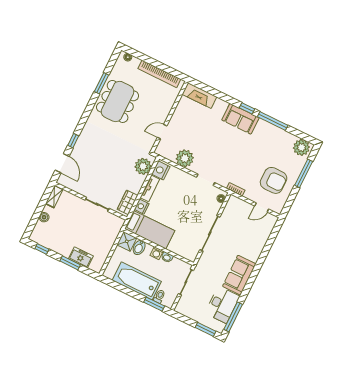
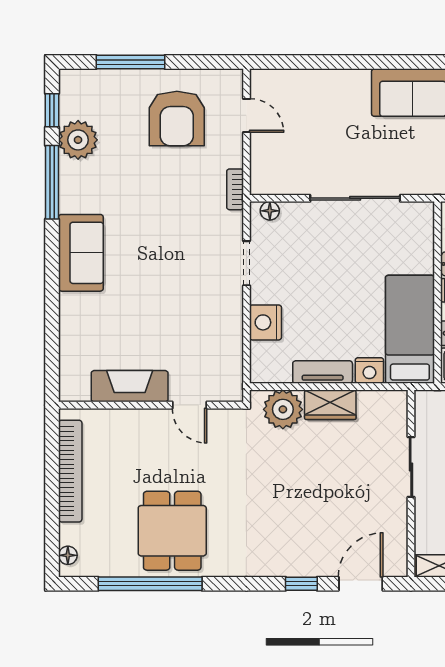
window: (102, 83) -> (150, 584), width x2.11
fireplace: (199, 96) -> (130, 386), moved, turned -90
dining table: (118, 101) -> (172, 531), width x0.73
window: (247, 108) -> (52, 110), moved
plant: (301, 147) -> (78, 140), moved
plant: (185, 158) -> (222, 329), removed
nightstand: (161, 170) -> (265, 322), moved, turned 90
armchair: (274, 180) -> (177, 118), turned 180
wardrobe: (128, 202) -> (330, 405), moved

